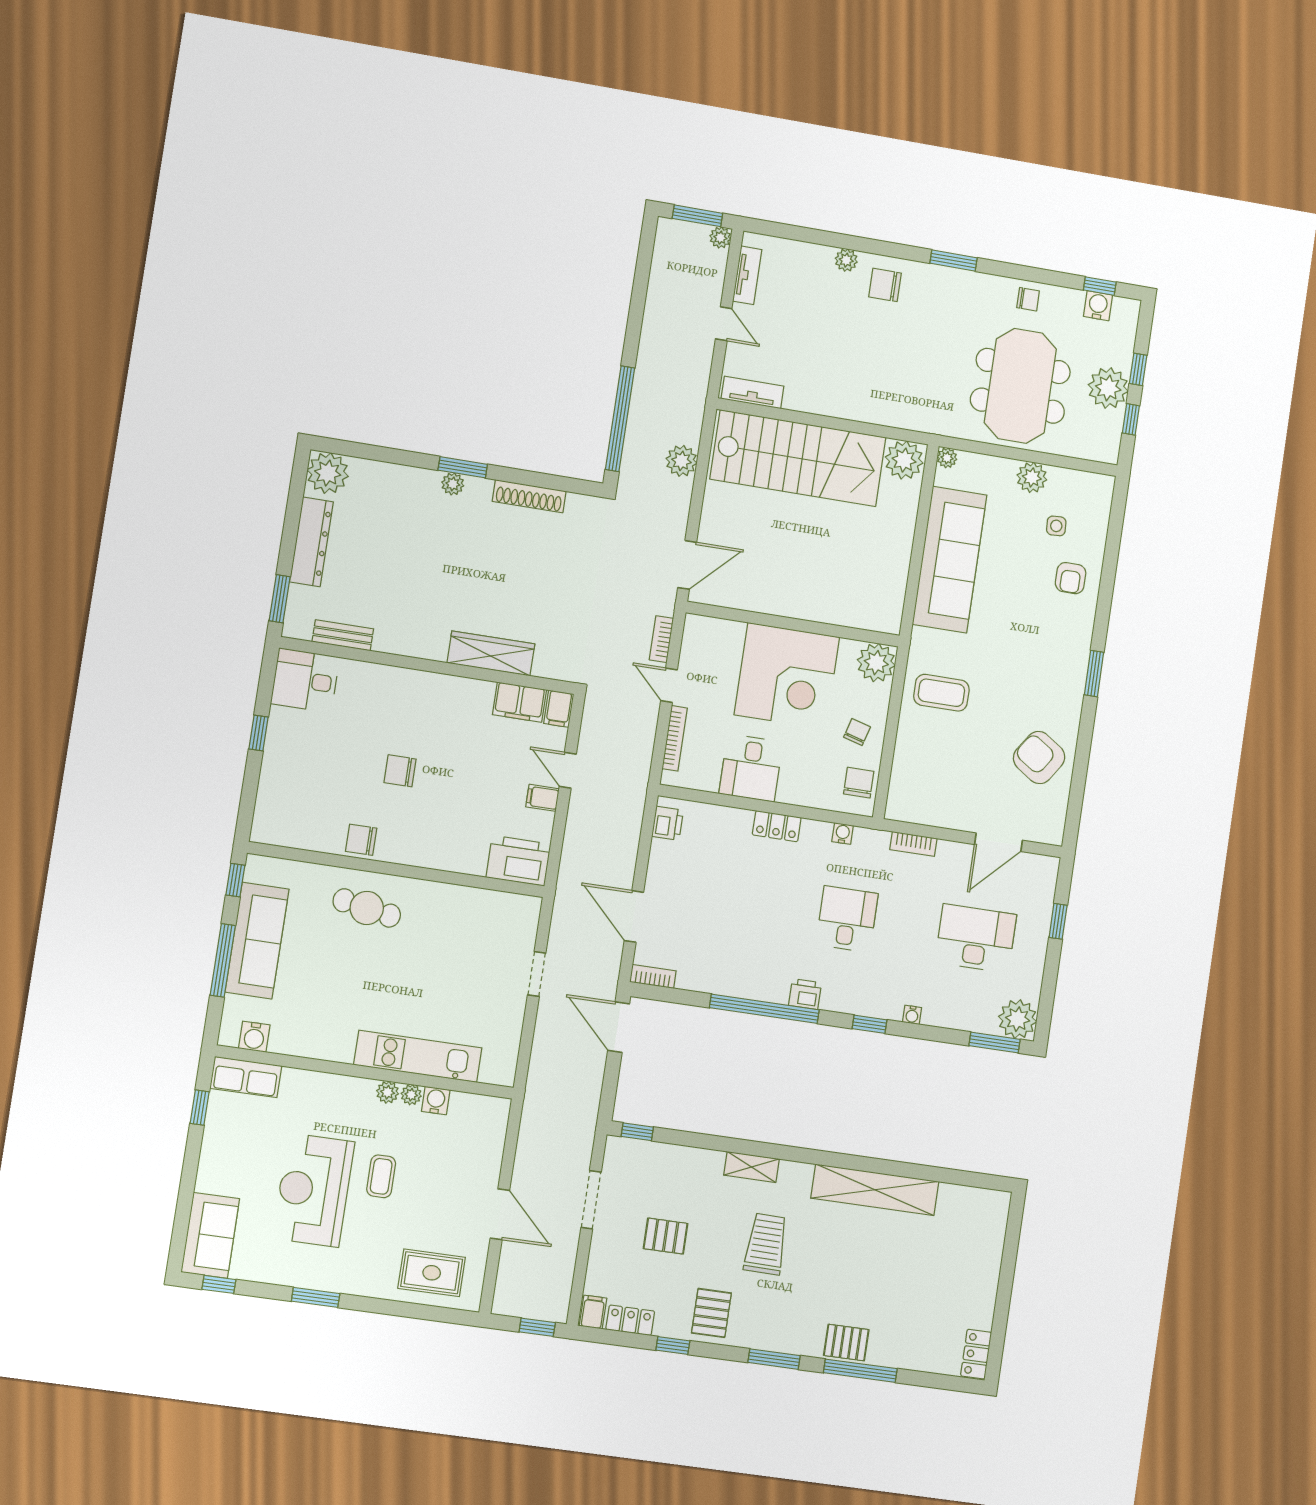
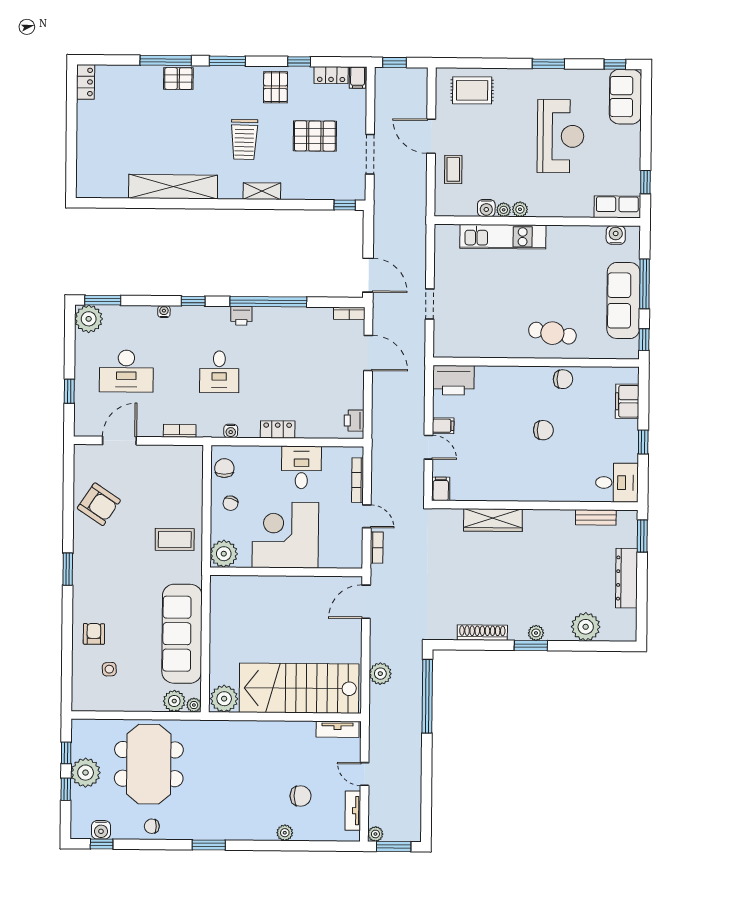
chair: (885, 285) -> (301, 796), moved
plant: (328, 473) -> (586, 627), moved
plant: (1032, 477) -> (174, 701), moved
filing cabinet: (519, 702) -> (627, 401), moved, turned -90
chair: (859, 783) -> (224, 468), turned 180
coffee table: (381, 1176) -> (453, 169), moved
pallet: (666, 1236) -> (315, 136), width x1.50, depth x1.42

